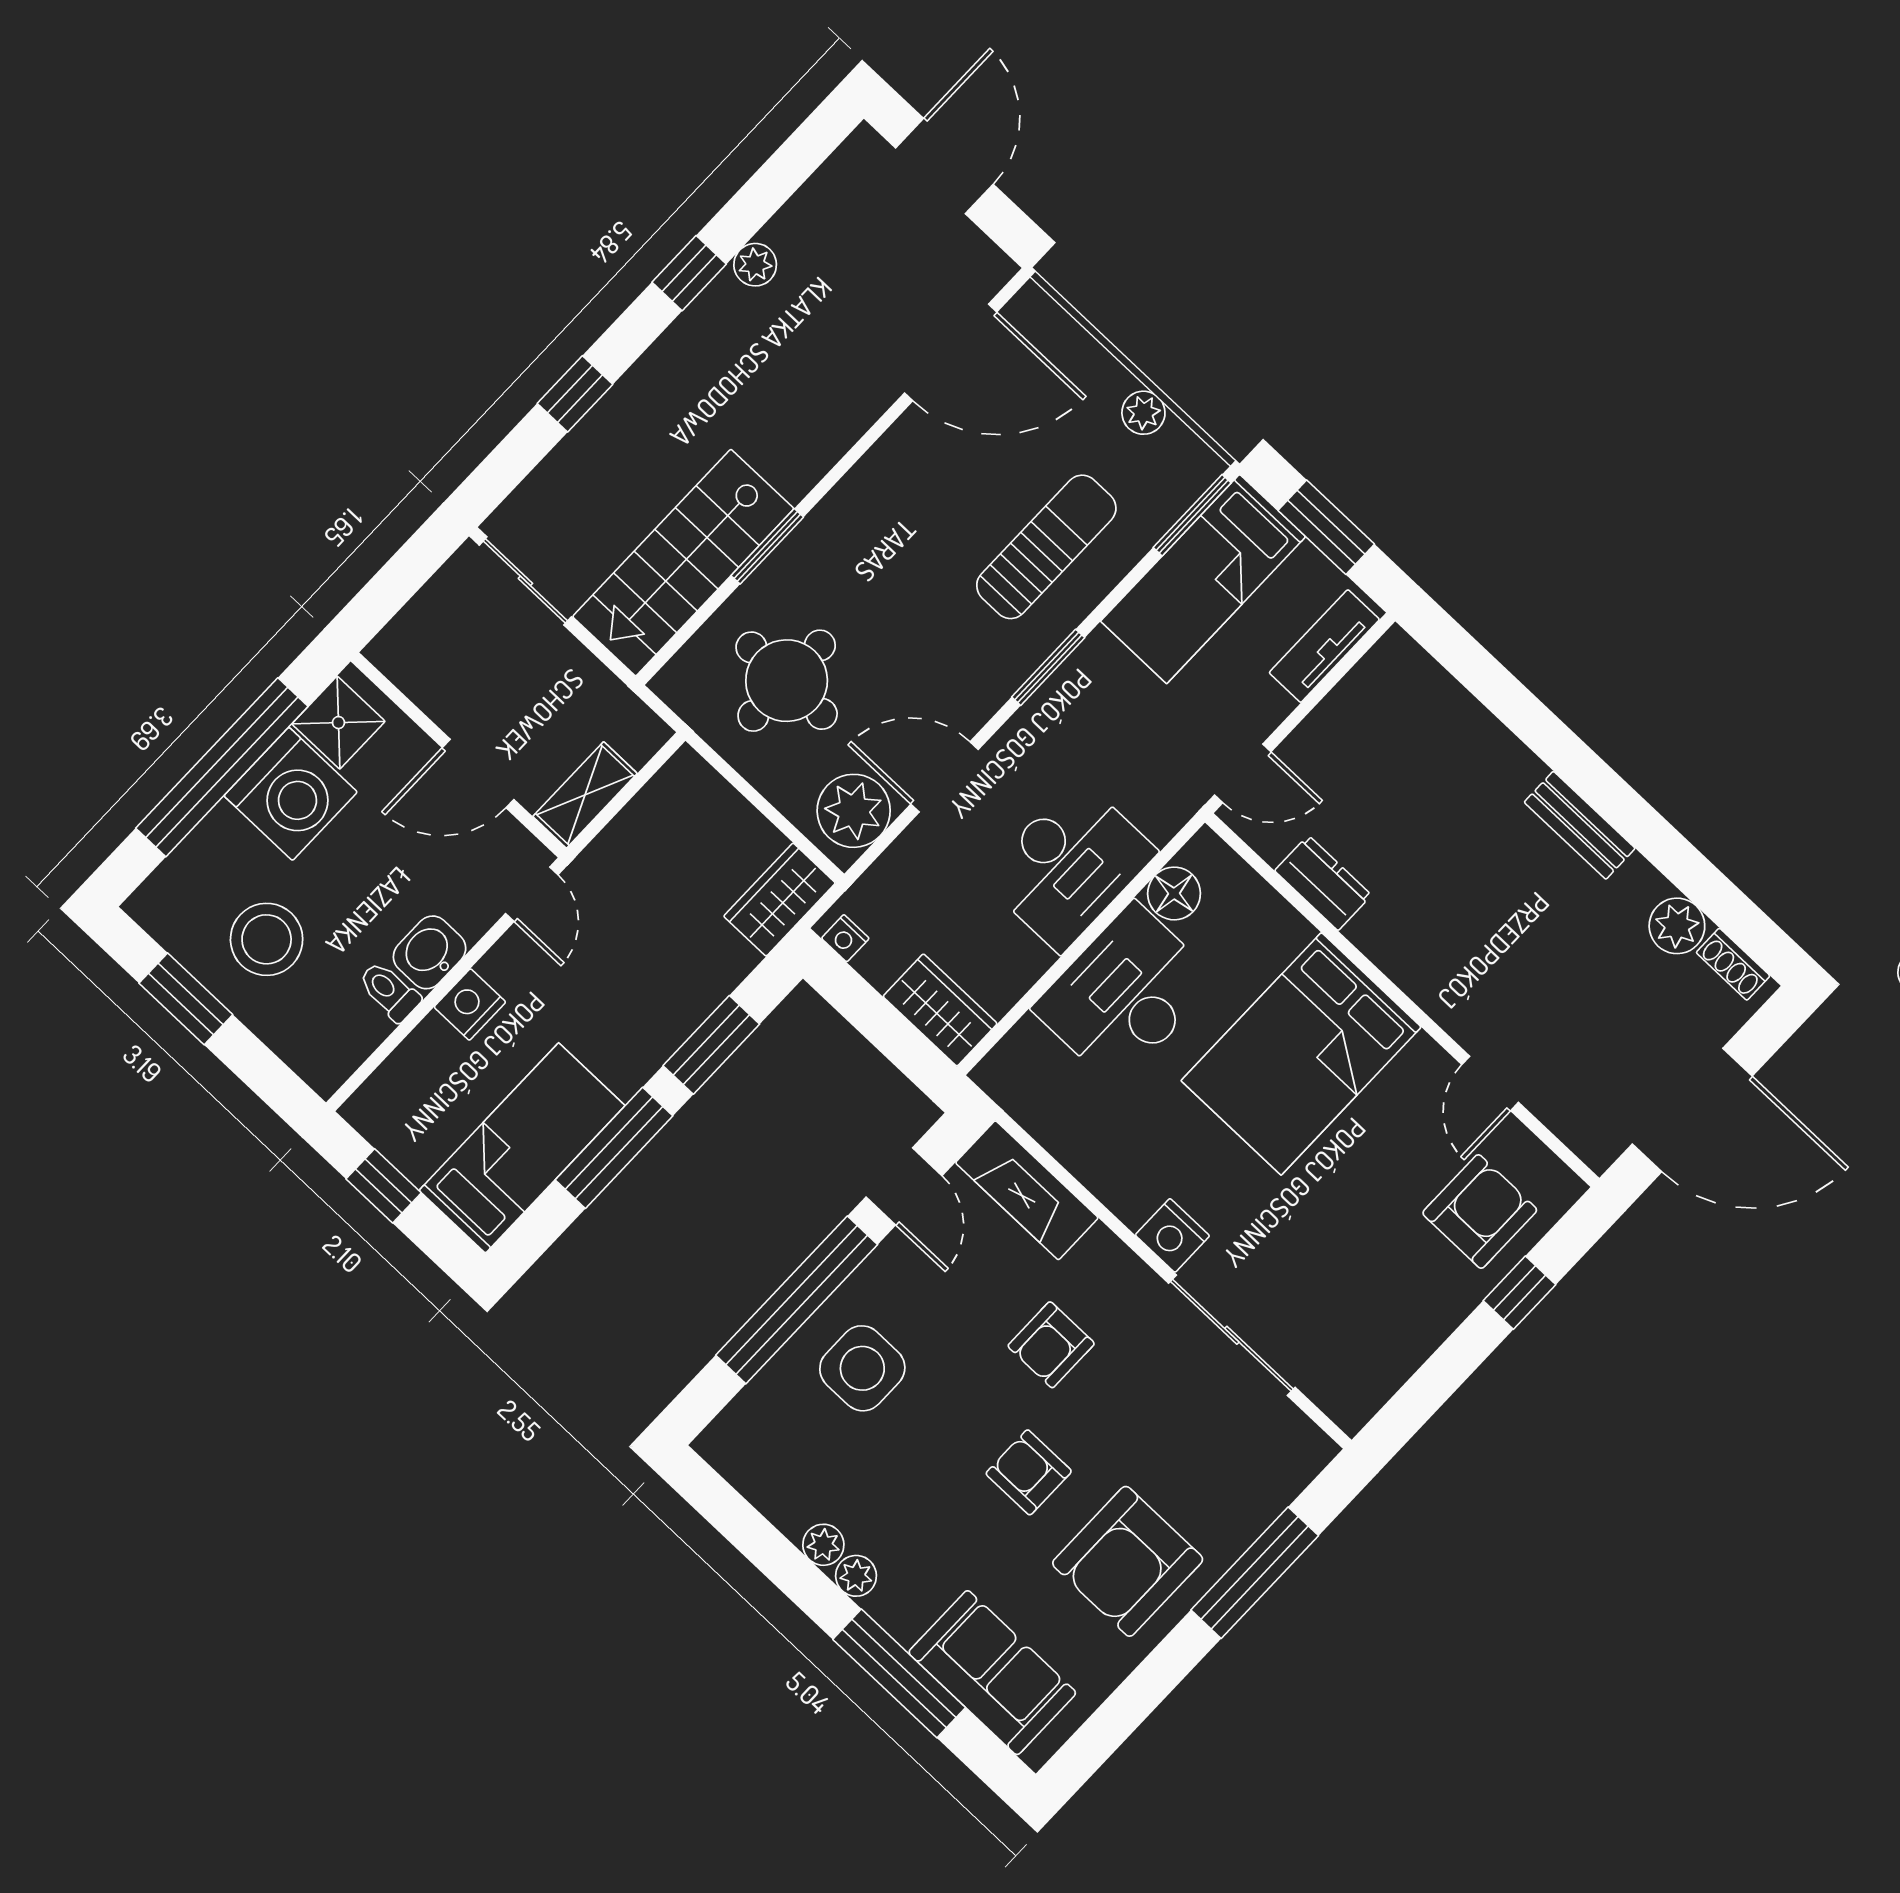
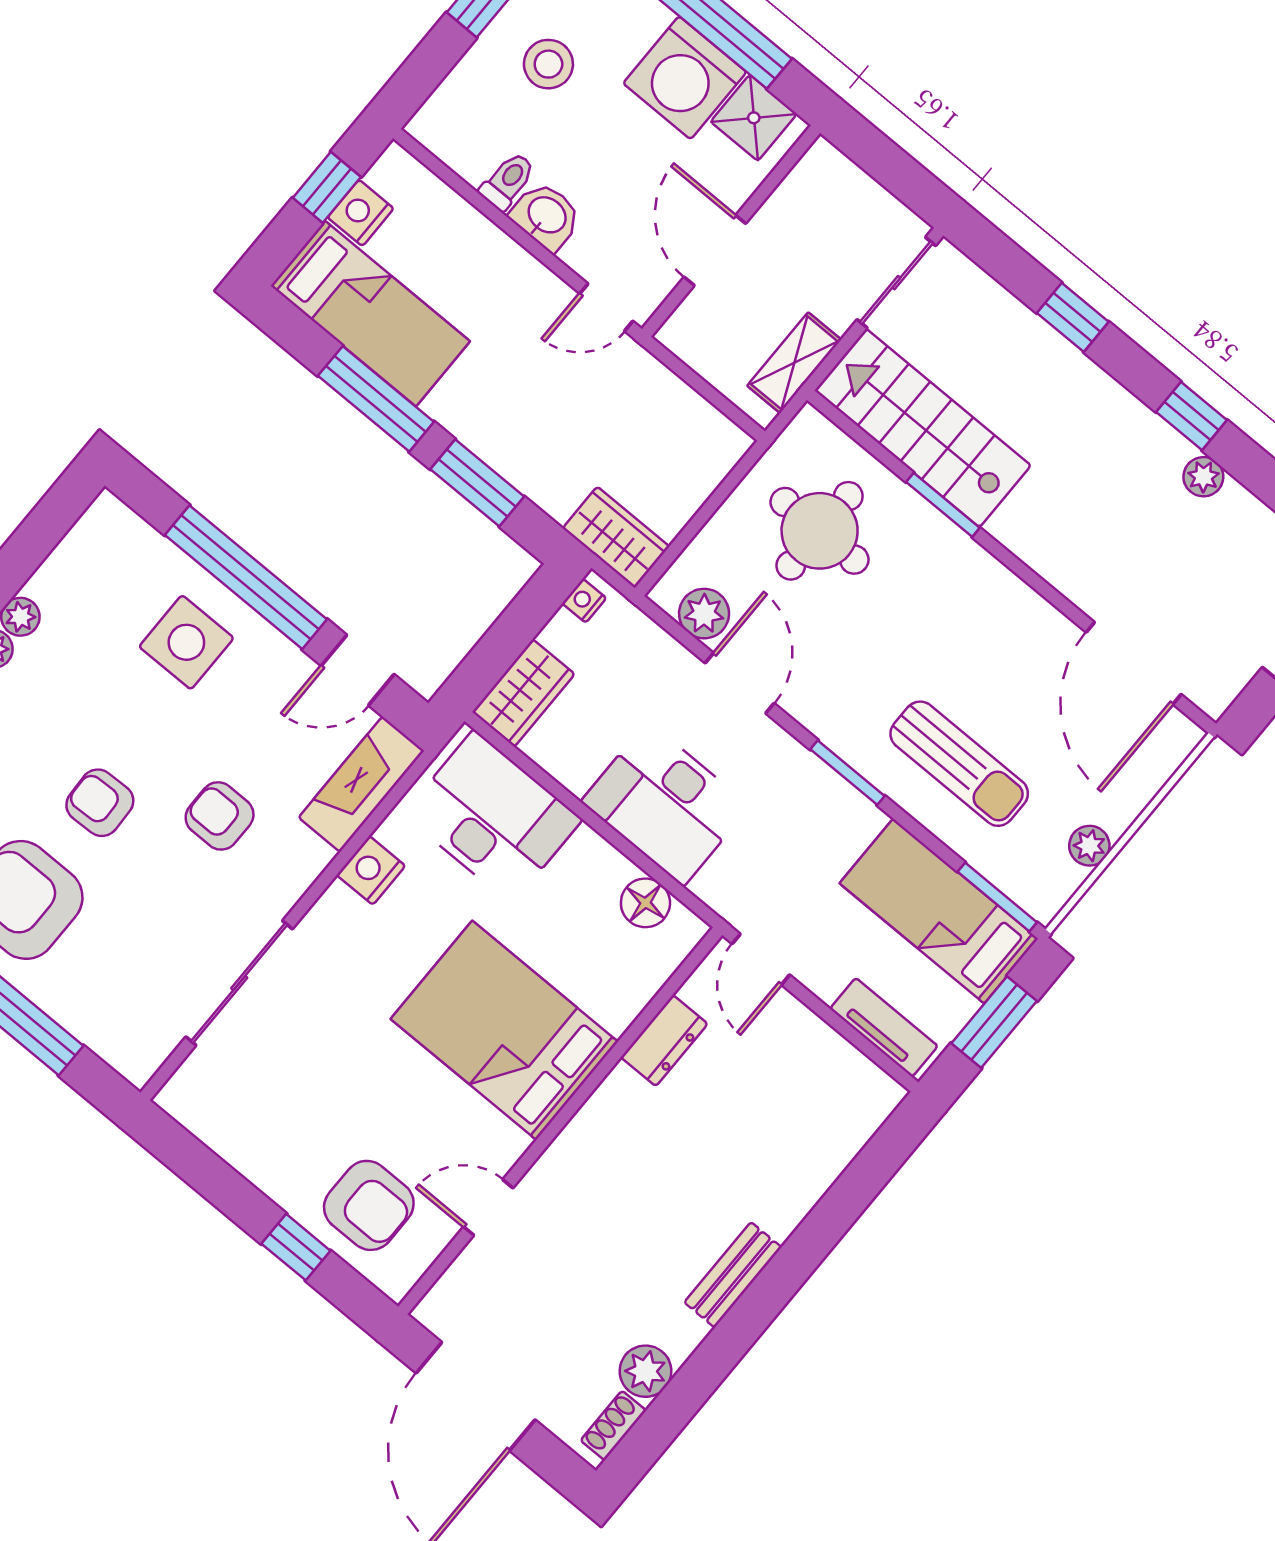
shelving: (585, 795) -> (794, 363), moved, turned 90
plant: (854, 811) -> (704, 614), width x0.73, depth x0.73
stool: (267, 939) -> (548, 64), width x0.73, depth x0.73
desk: (1125, 994) -> (493, 817), moved
nightstand: (470, 1005) -> (361, 213), moved, turned -90
nightstand: (1172, 1235) -> (371, 870), moved
armchair: (1029, 1472) -> (100, 803), turned -92

